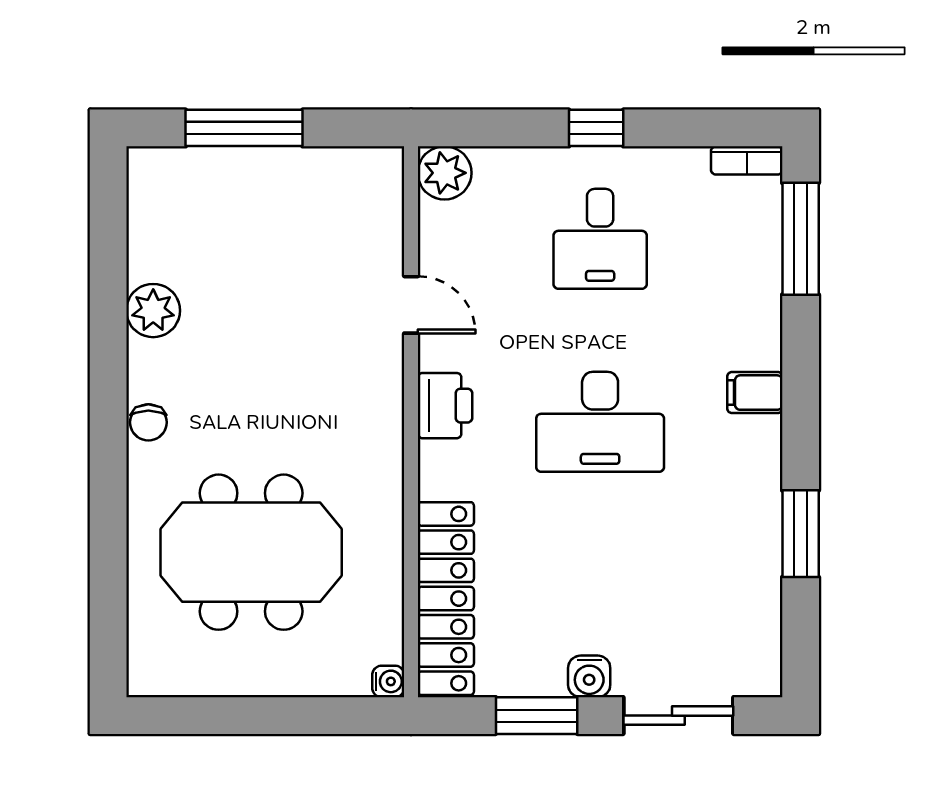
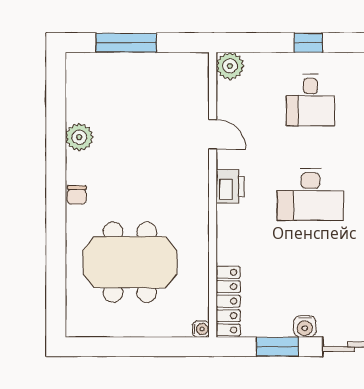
locker: (446, 599) -> (228, 301), width x0.71, depth x0.83

